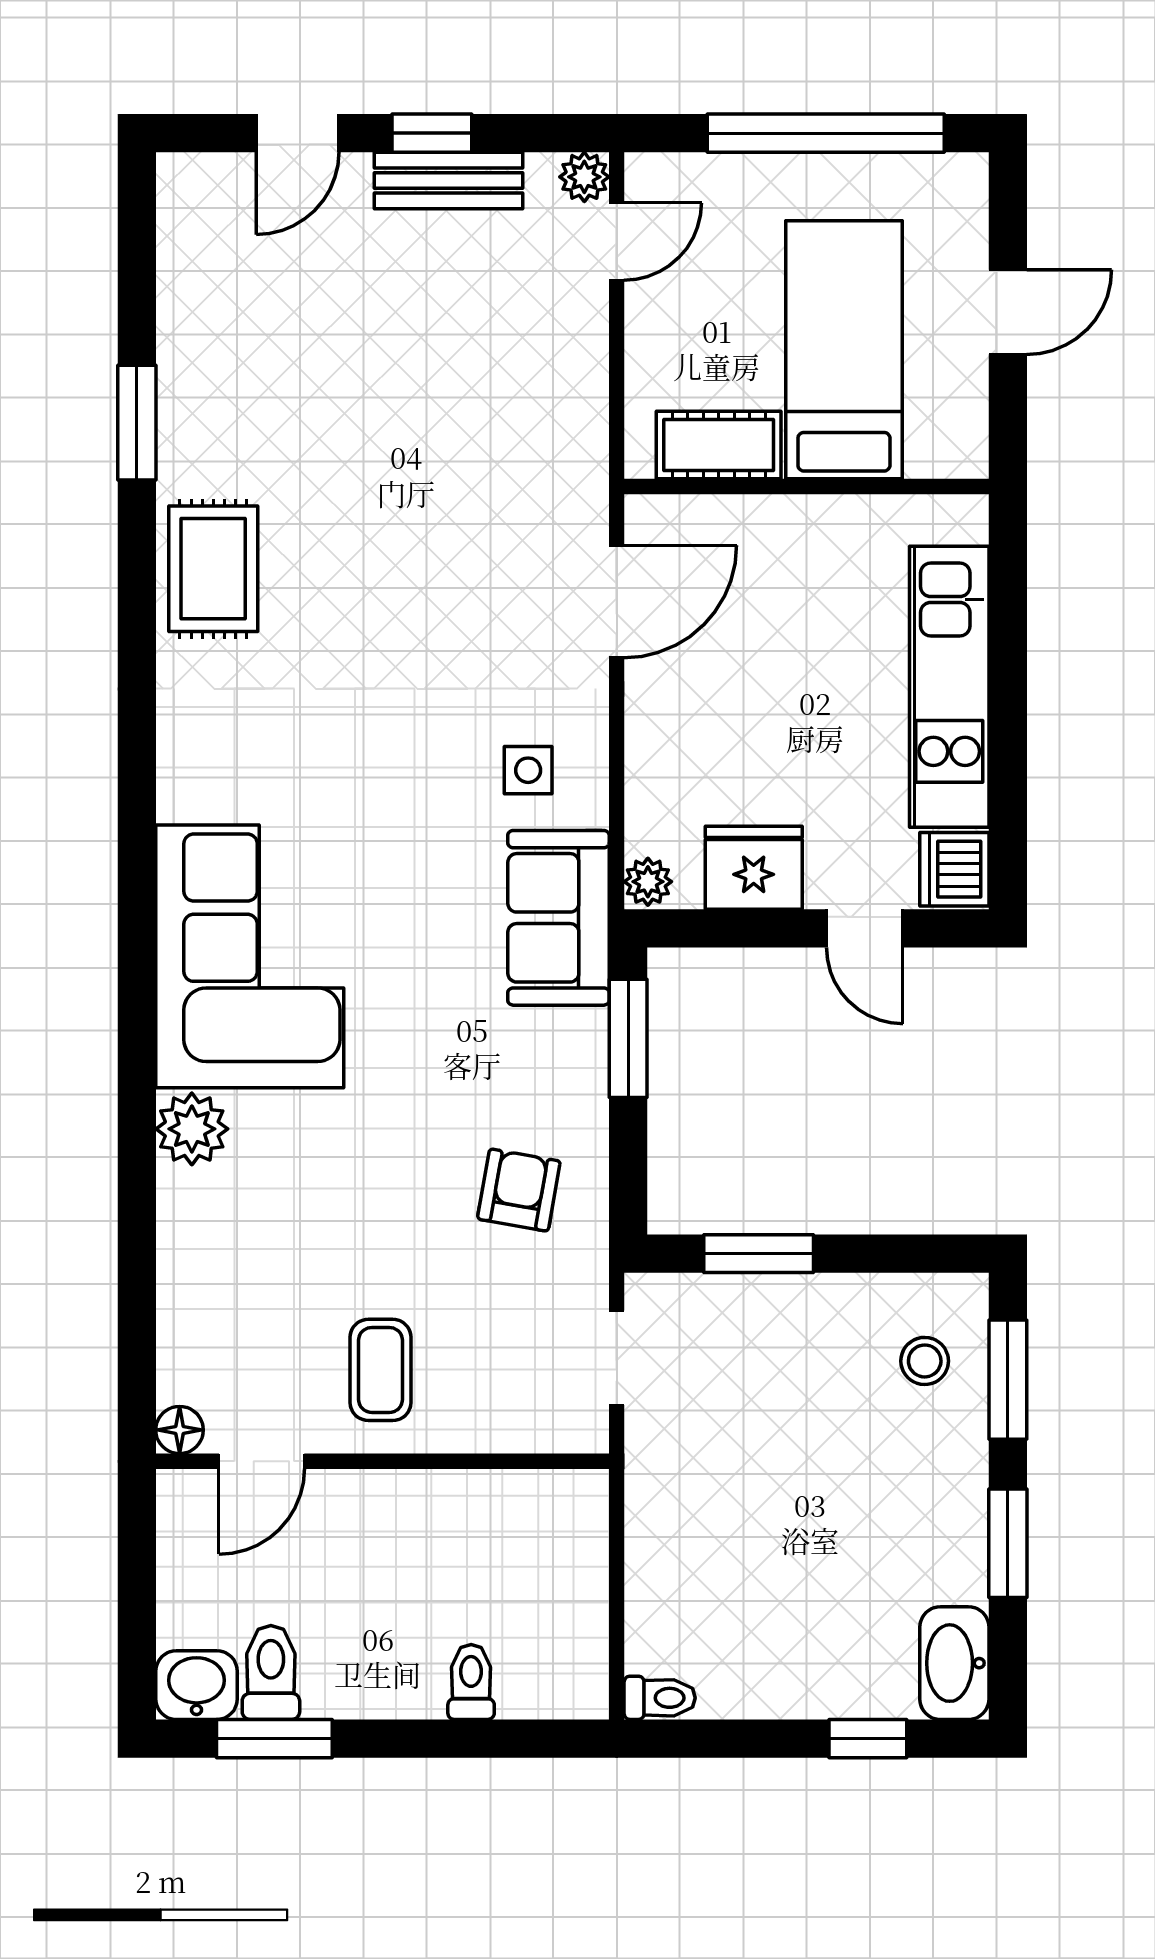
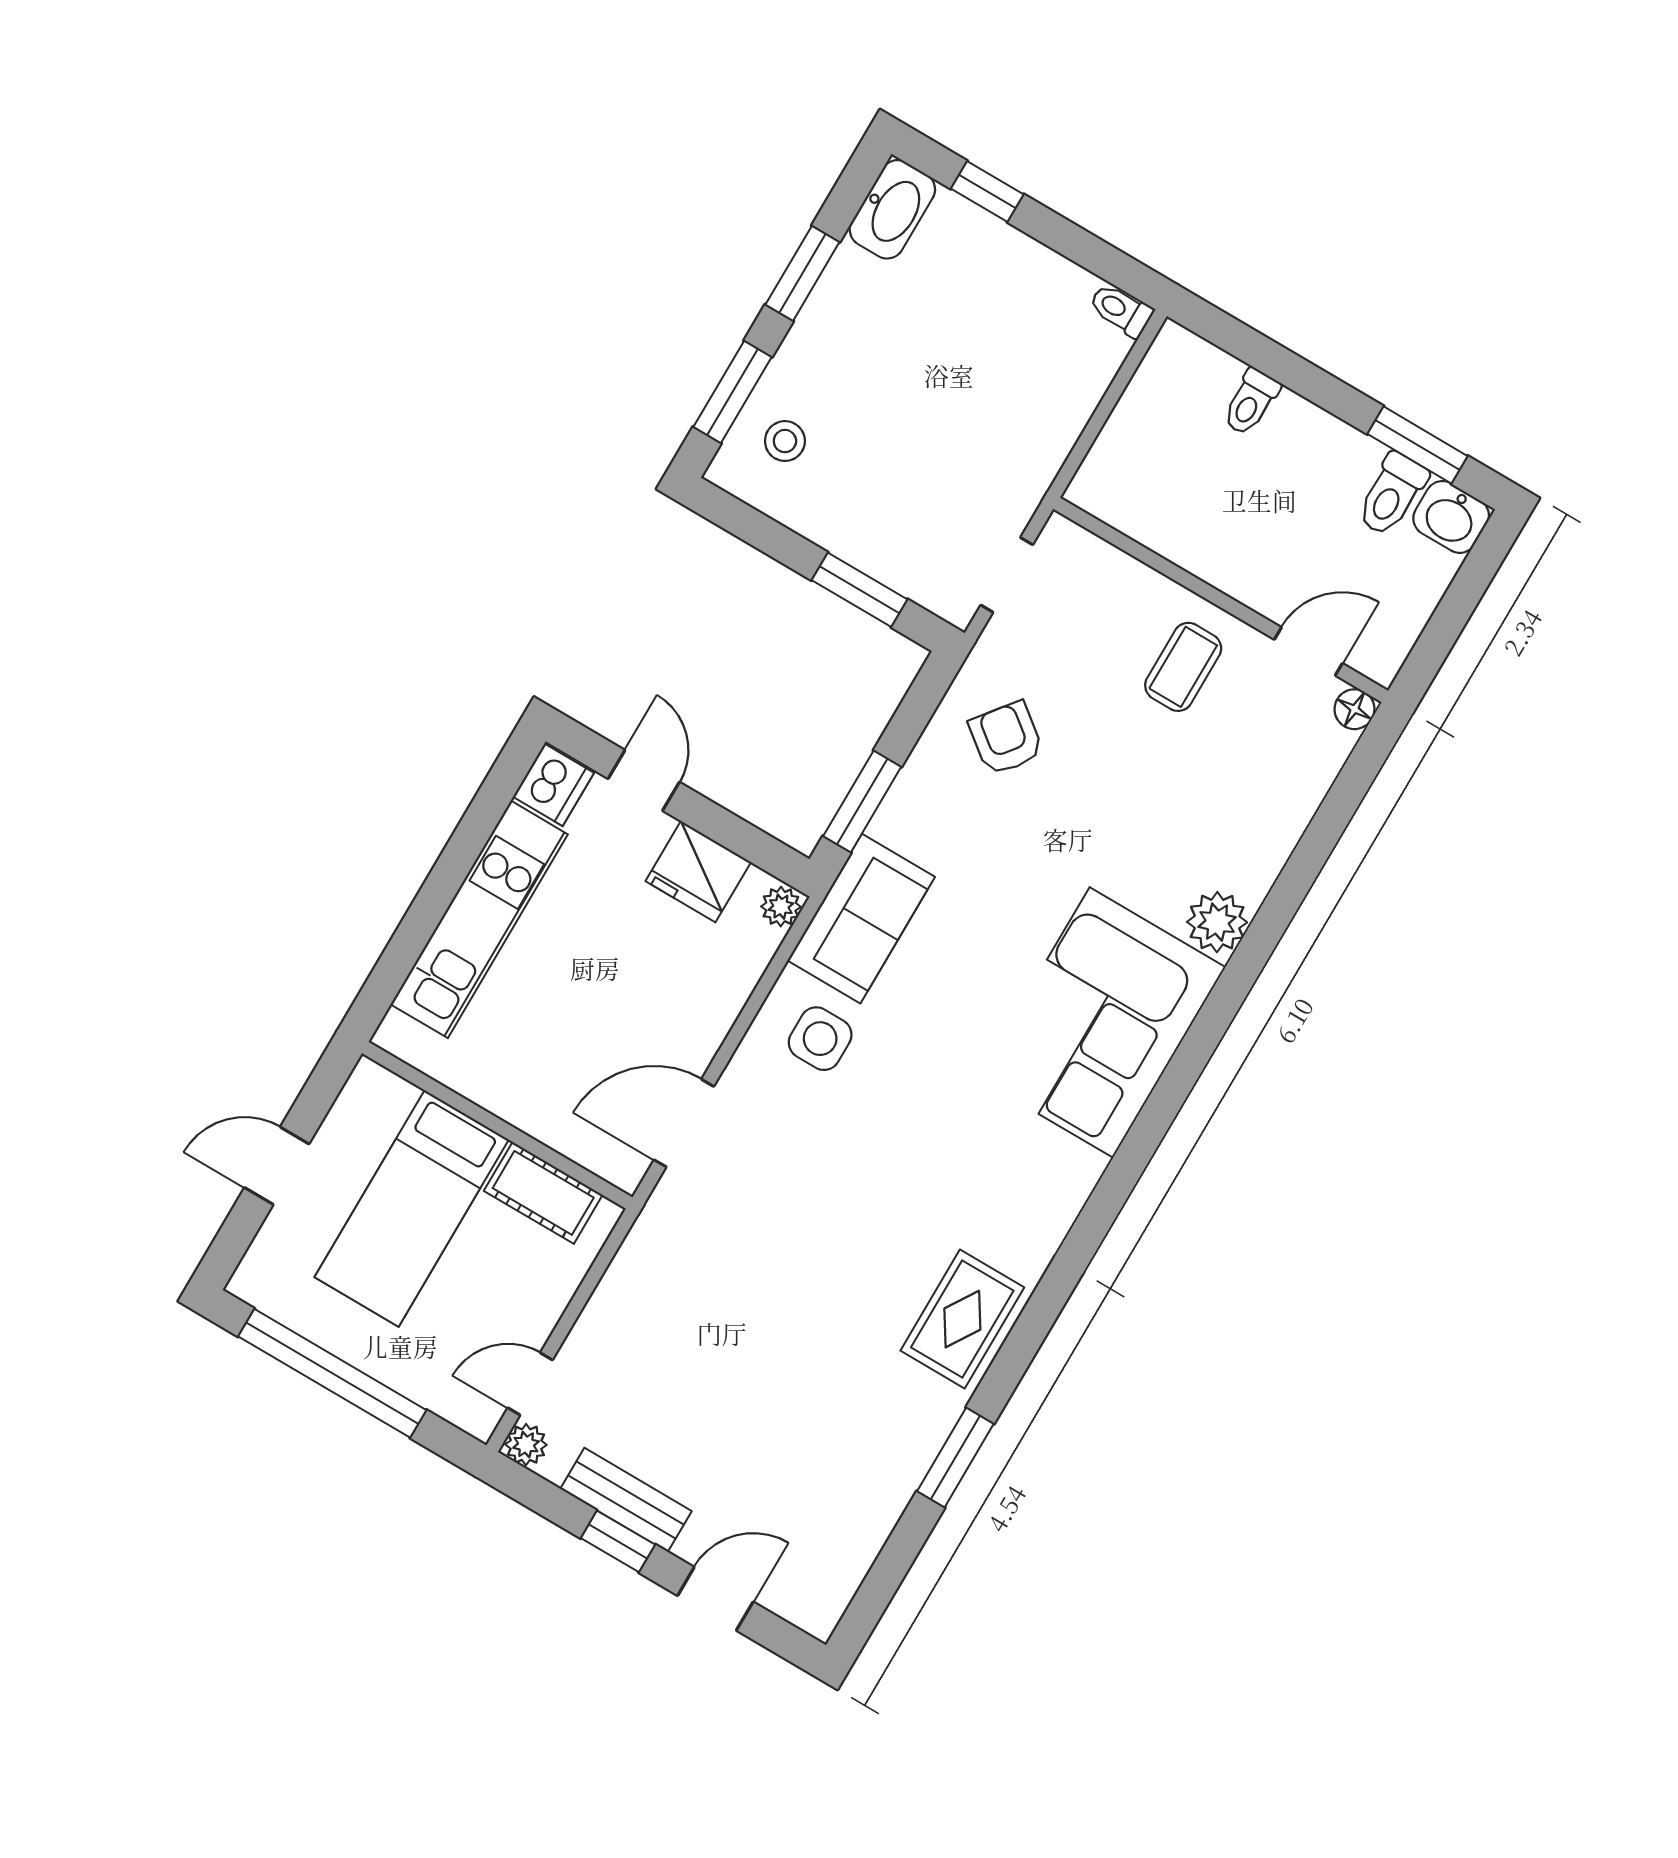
side table: (528, 770) -> (820, 1039), width x1.37, depth x1.37
armchair: (519, 1190) -> (1006, 738), turned 118

